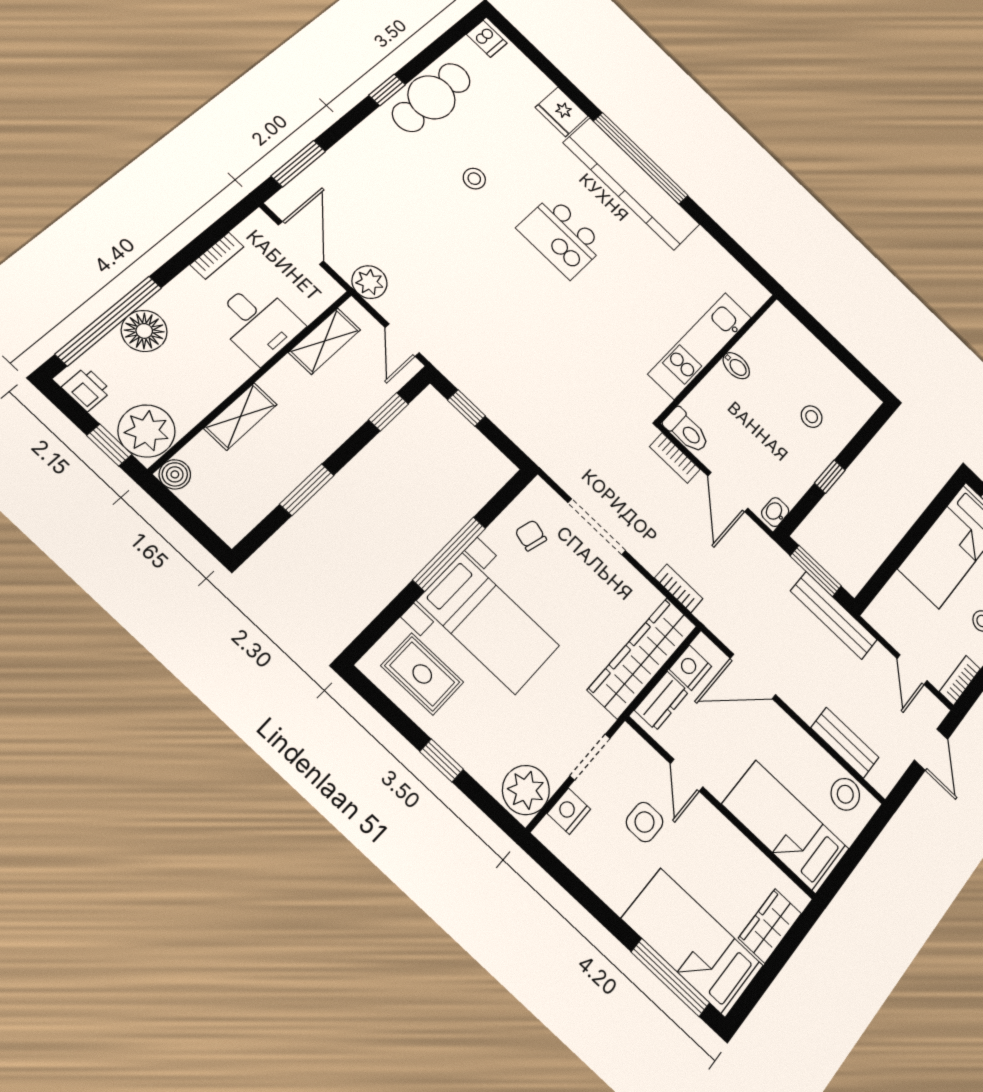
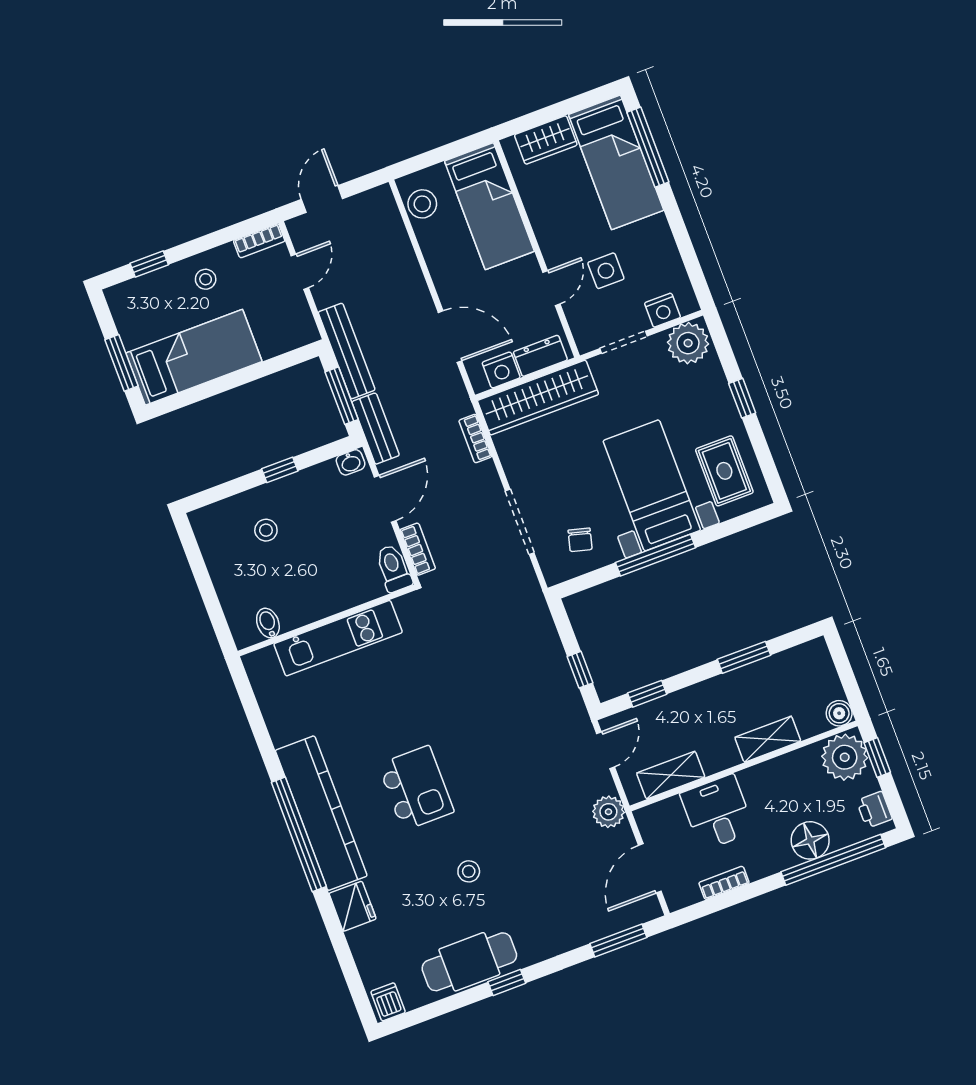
bidet: (736, 366) -> (268, 623), moved
bench: (845, 743) -> (376, 429), moved

